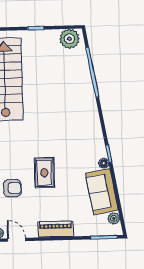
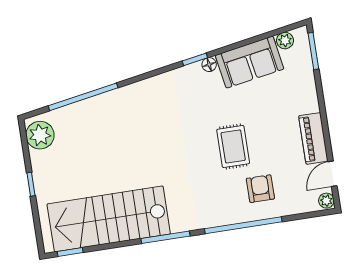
rug: (44, 173) -> (233, 146), turned 90
piano: (56, 229) -> (313, 138), moved

